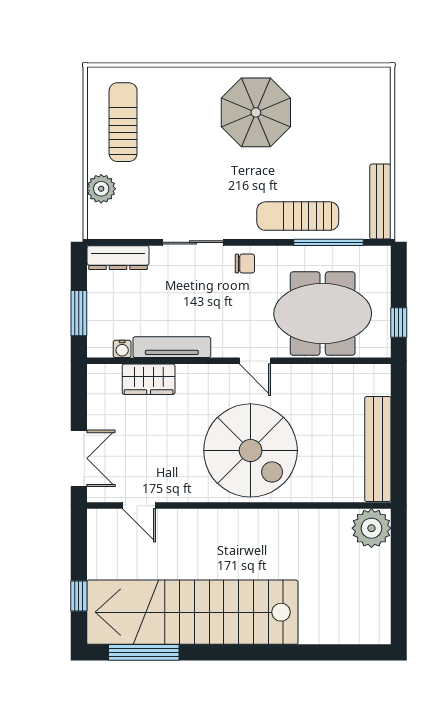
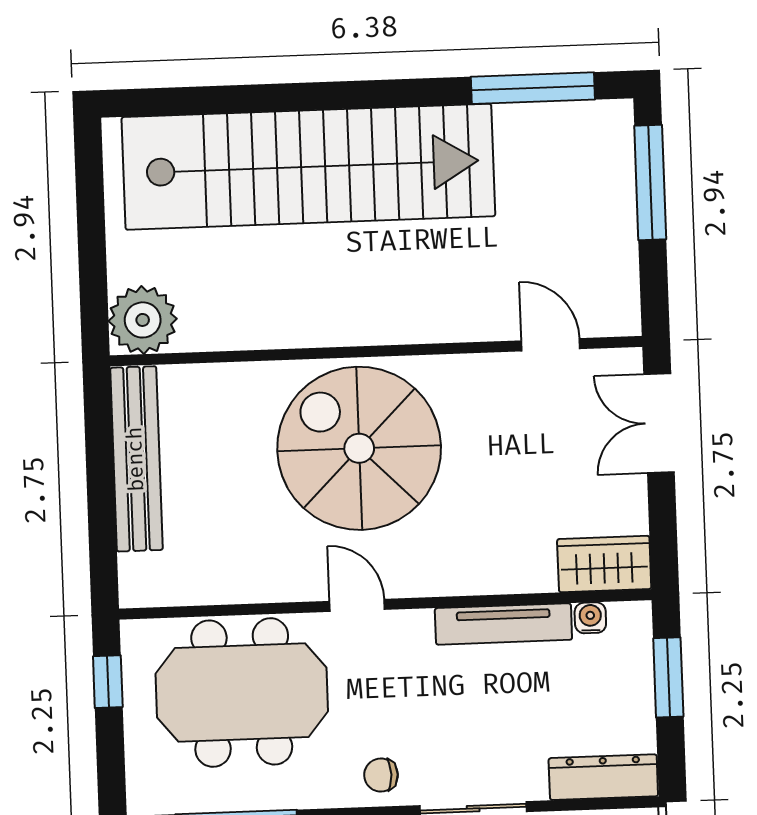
wardrobe: (149, 379) -> (604, 564), moved
window: (79, 596) -> (650, 182), width x2.17
stairs: (192, 612) -> (308, 167), moved

